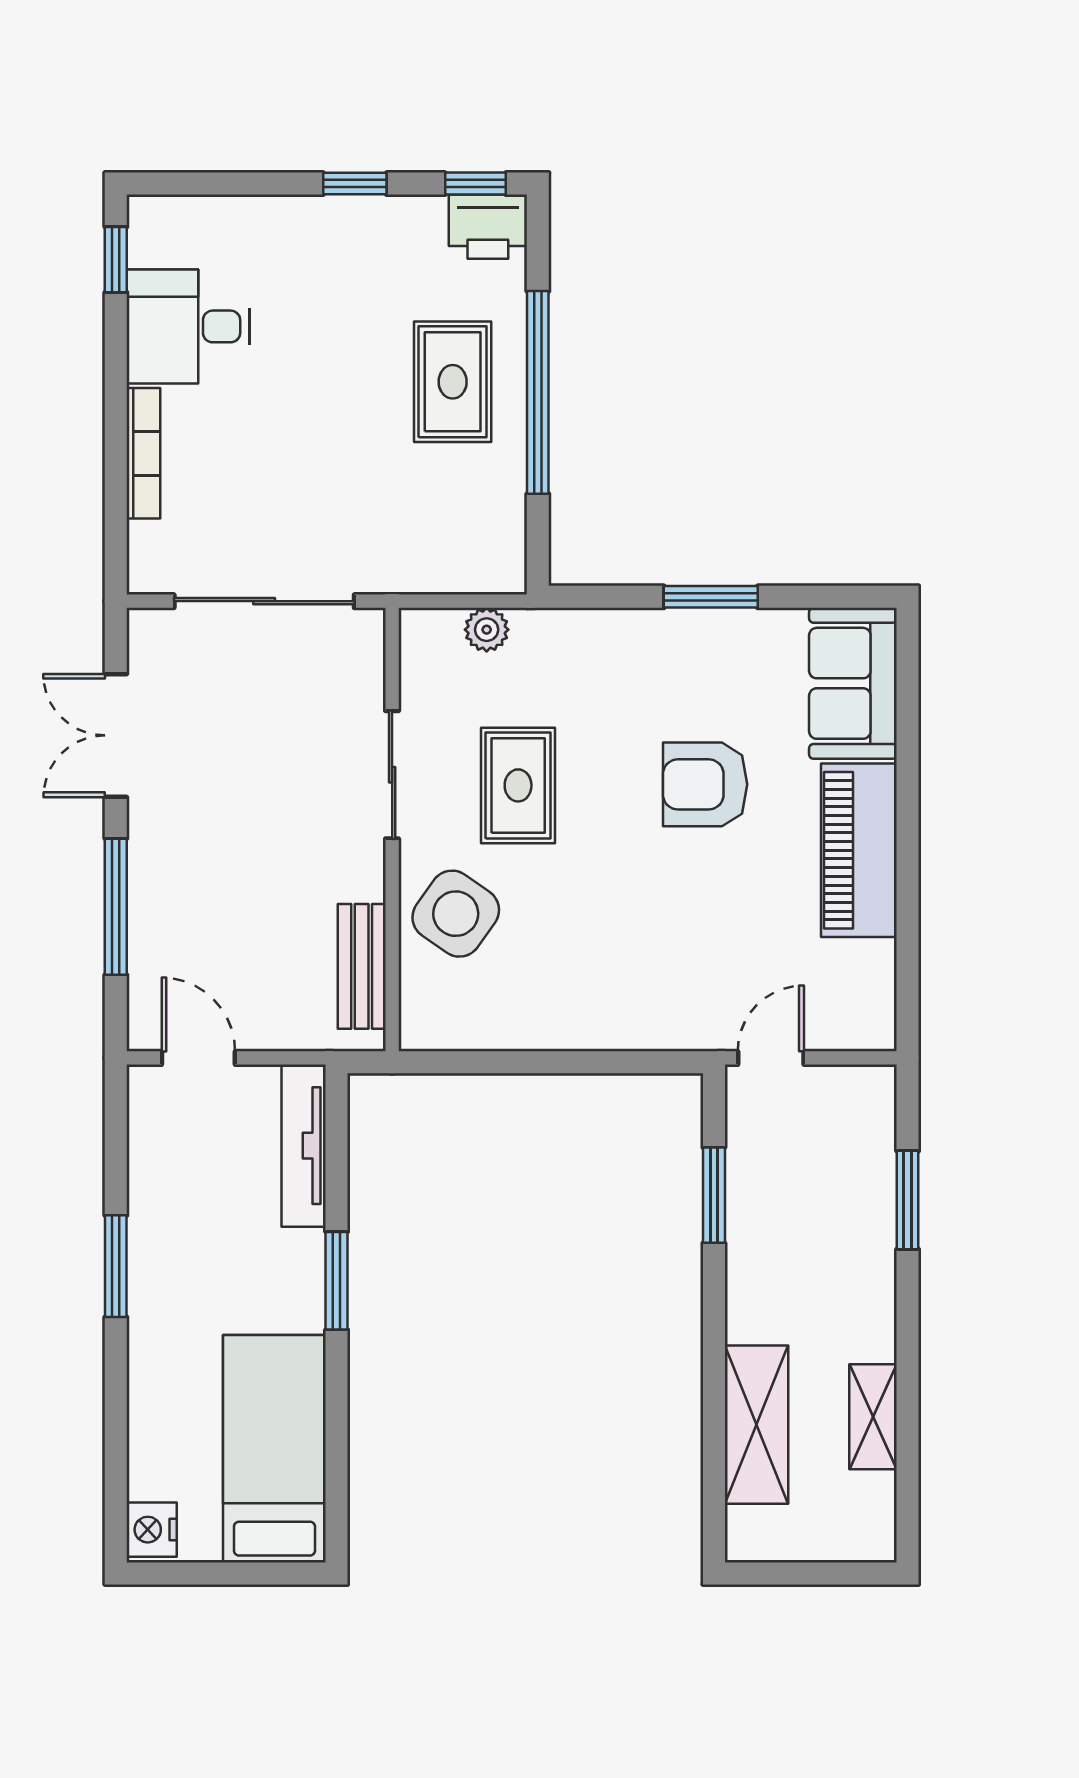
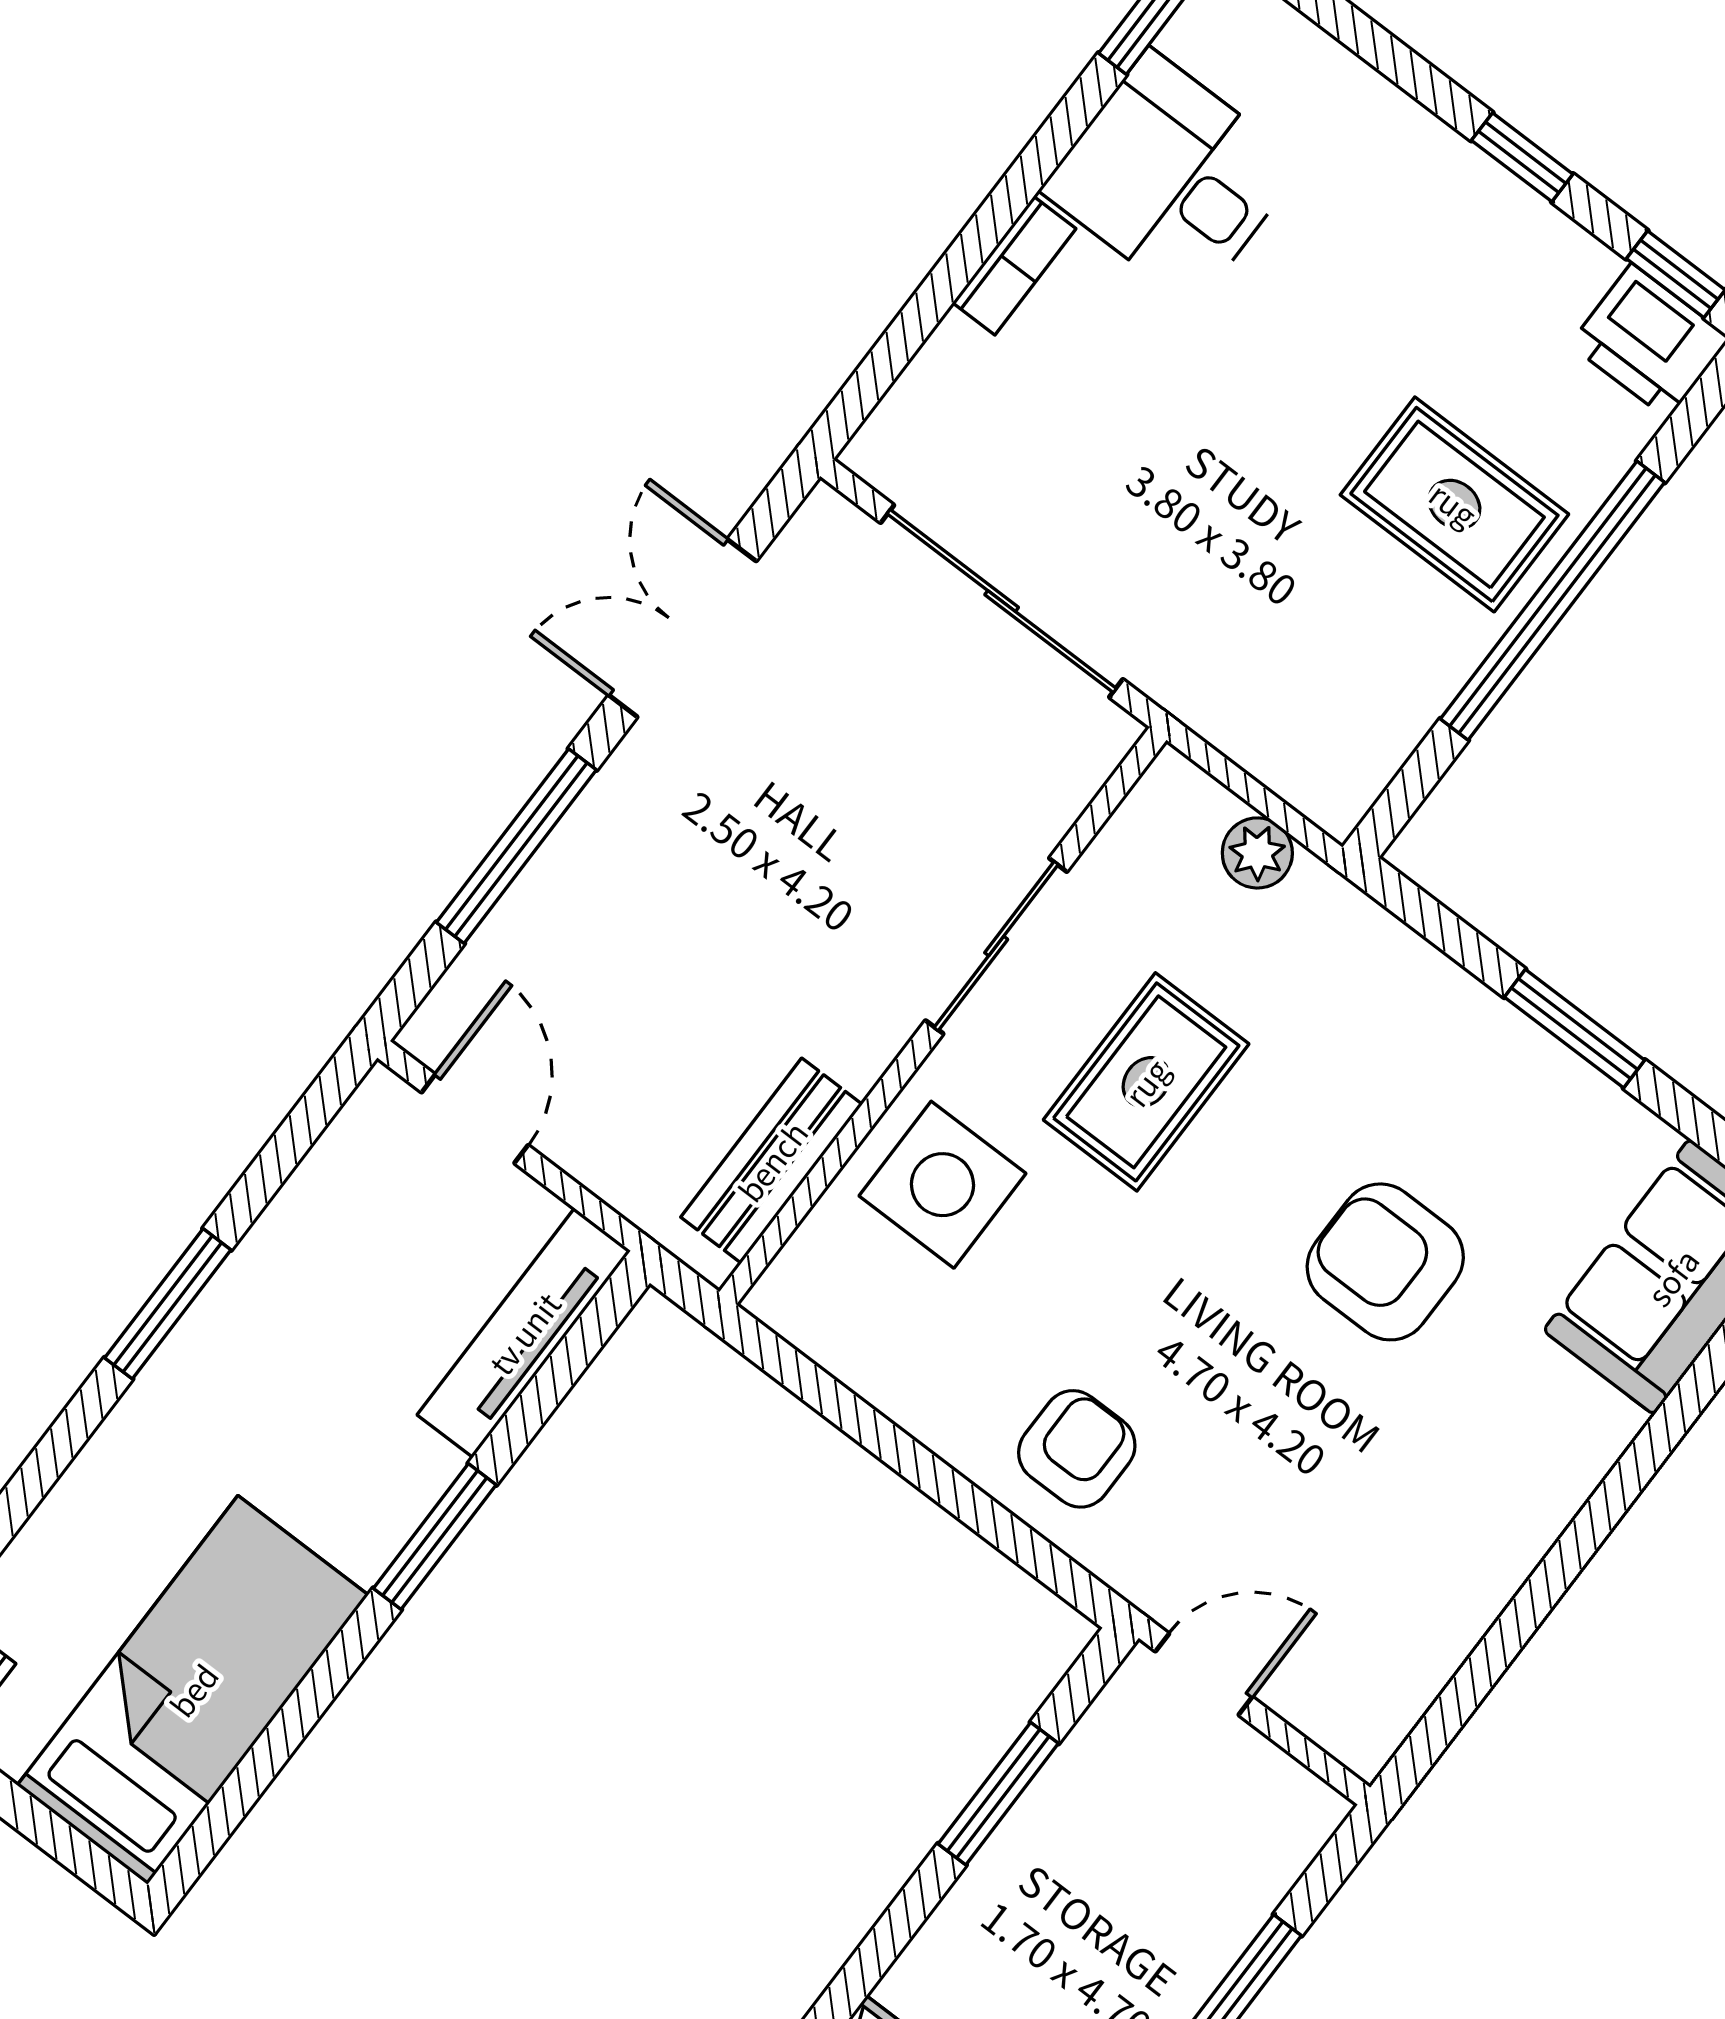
rug: (453, 382) -> (1454, 504), turned 90
bookcase: (143, 453) -> (1014, 266), width x0.64
piano: (859, 850) -> (1517, 1495), removed
side table: (456, 914) -> (943, 1185), turned -35
armchair: (622, 994) -> (1077, 1449), added

